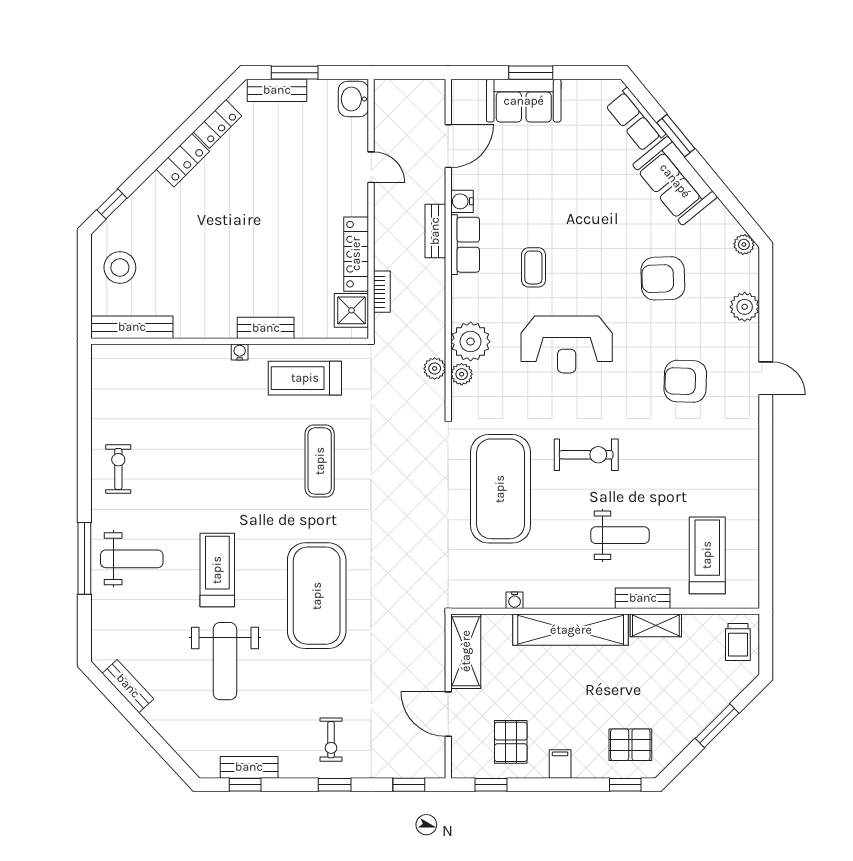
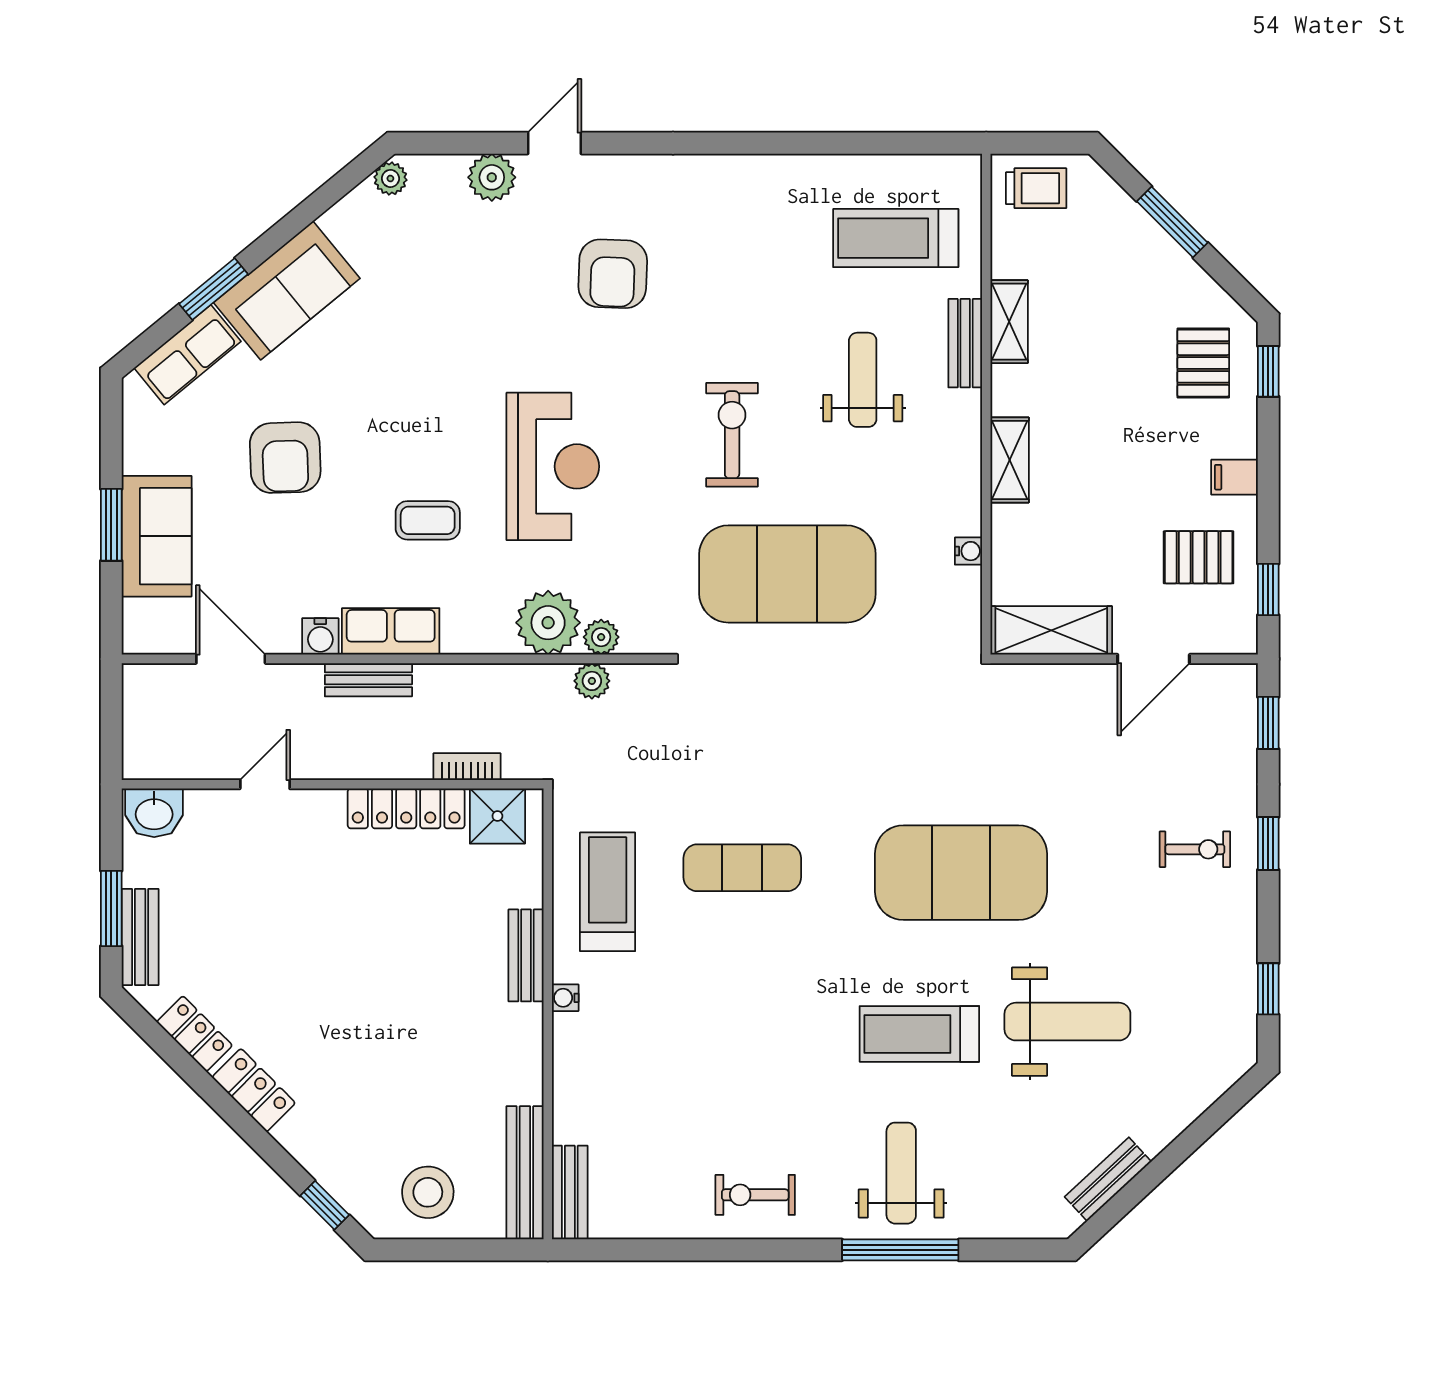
armchair: (663, 278) -> (285, 458), moved
treadmill: (305, 378) -> (608, 892), turned 180
door: (766, 378) -> (554, 143), moved
shelving: (571, 630) -> (1010, 460), width x0.45, depth x0.75
bench: (249, 767) -> (570, 1193), moved

